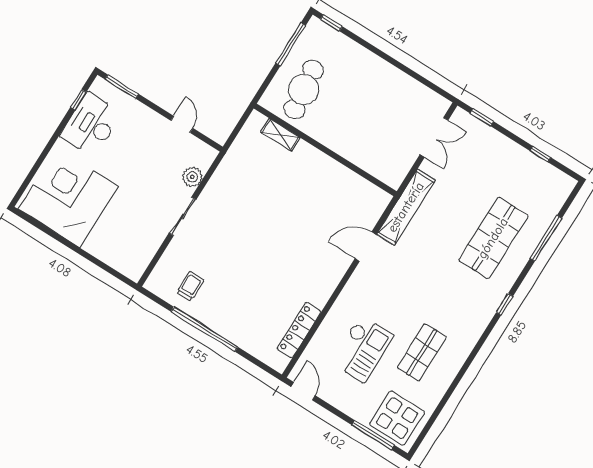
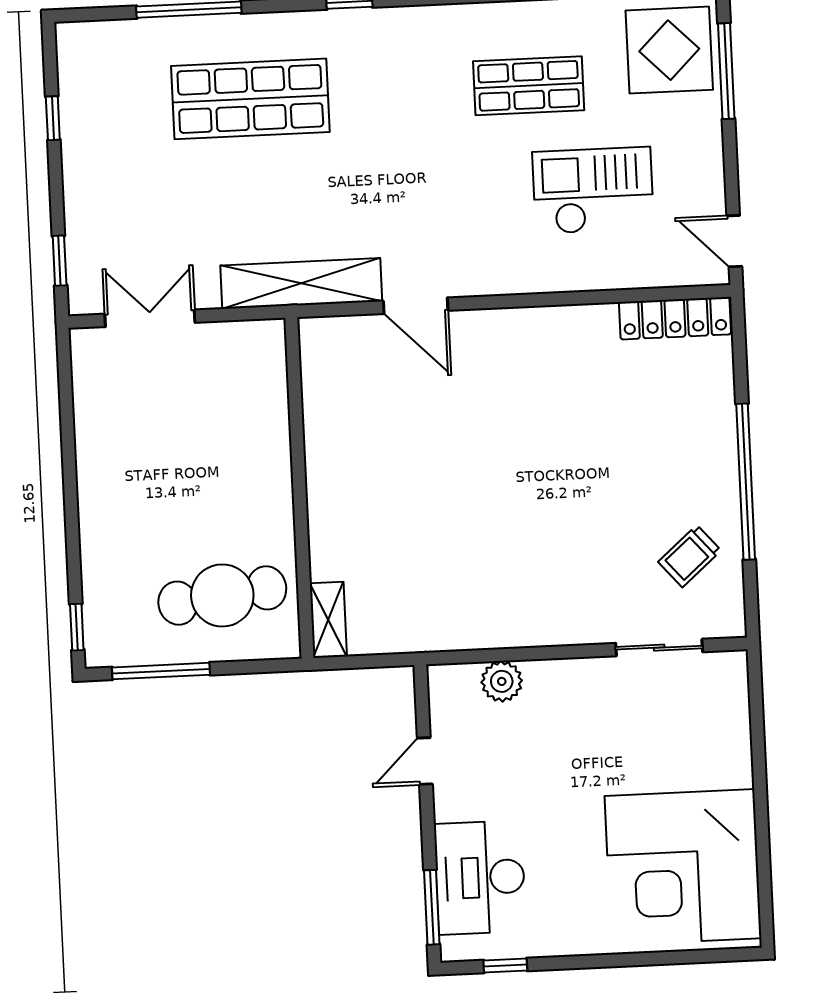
desk: (91, 125) -> (480, 878), moved, turned 90
shelving: (280, 135) -> (328, 620), moved
sliding door: (183, 216) -> (659, 648), moved
trolley: (190, 286) -> (690, 556), turned -41
locker: (299, 330) -> (675, 318), moved
door: (303, 391) -> (734, 241), hinge flipped

